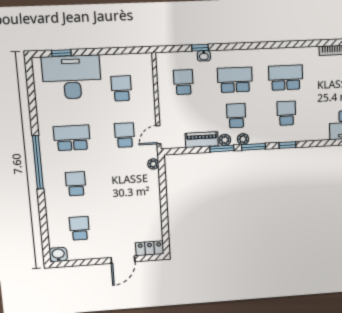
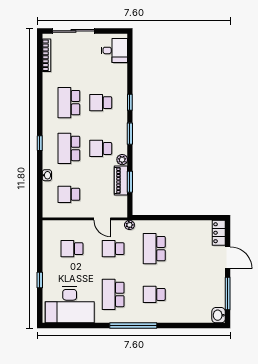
window: (200, 48) -> (40, 143), moved
window: (61, 53) -> (40, 280), moved
desk: (72, 77) -> (70, 305), moved, turned -90
door: (158, 135) -> (102, 219), moved
plant: (243, 139) -> (122, 143), removed
window: (222, 149) -> (130, 182), moved
plant: (153, 164) -> (129, 225), moved
school desk: (79, 228) -> (154, 249), moved, width x1.85
window: (83, 262) -> (228, 294), added

